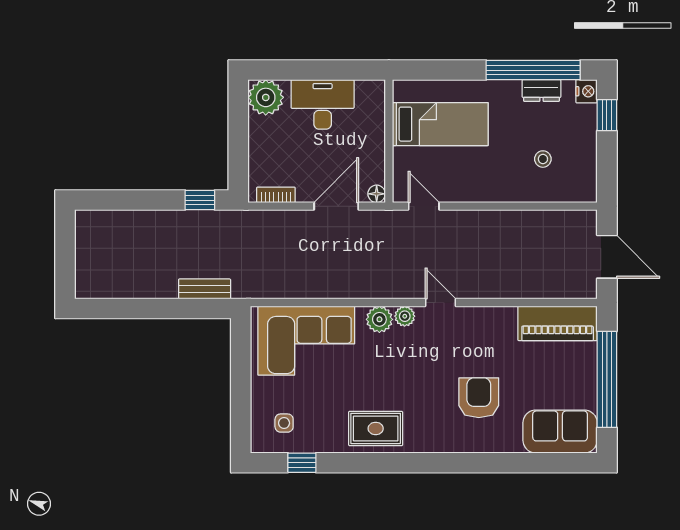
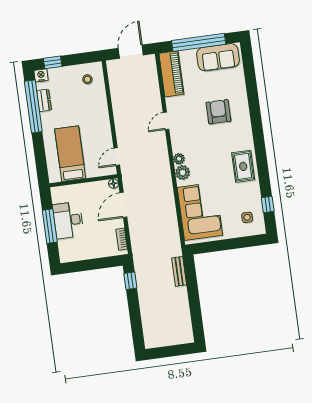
window: (317, 70) -> (50, 226), added
plant: (266, 97) -> (69, 252), removed
stool: (543, 159) -> (87, 79), moved
door: (336, 206) -> (123, 205), hinge flipped
door: (440, 302) -> (166, 121), moved
armchair: (479, 398) -> (218, 112), turned 90
sofa: (560, 432) -> (218, 57), moved, turned -90

